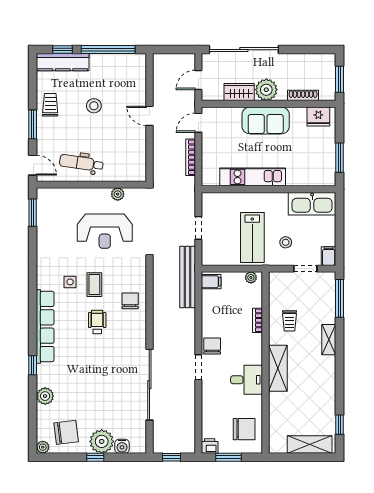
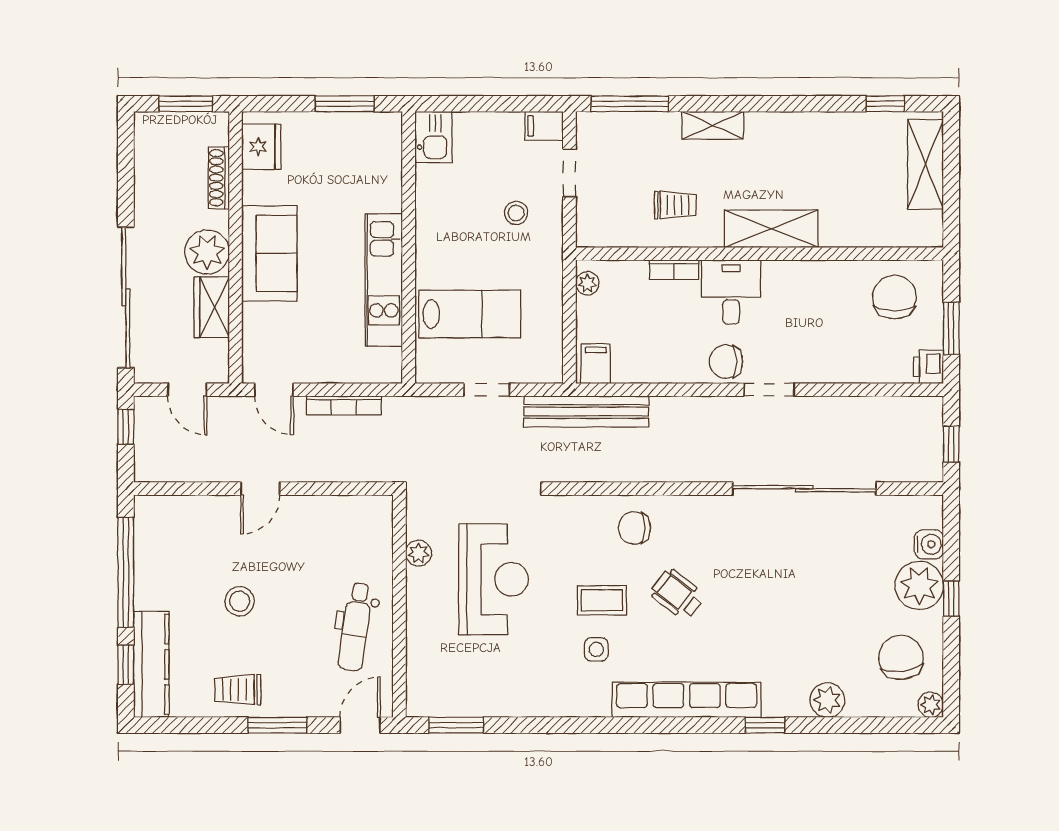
window: (180, 50) -> (126, 427), added
kitchen sink: (312, 204) -> (433, 137), width x0.53, depth x0.81
lab bench: (252, 238) -> (470, 314), moved
wheelchair: (97, 322) -> (677, 595), turned 38
desk: (247, 380) -> (731, 292), moved

